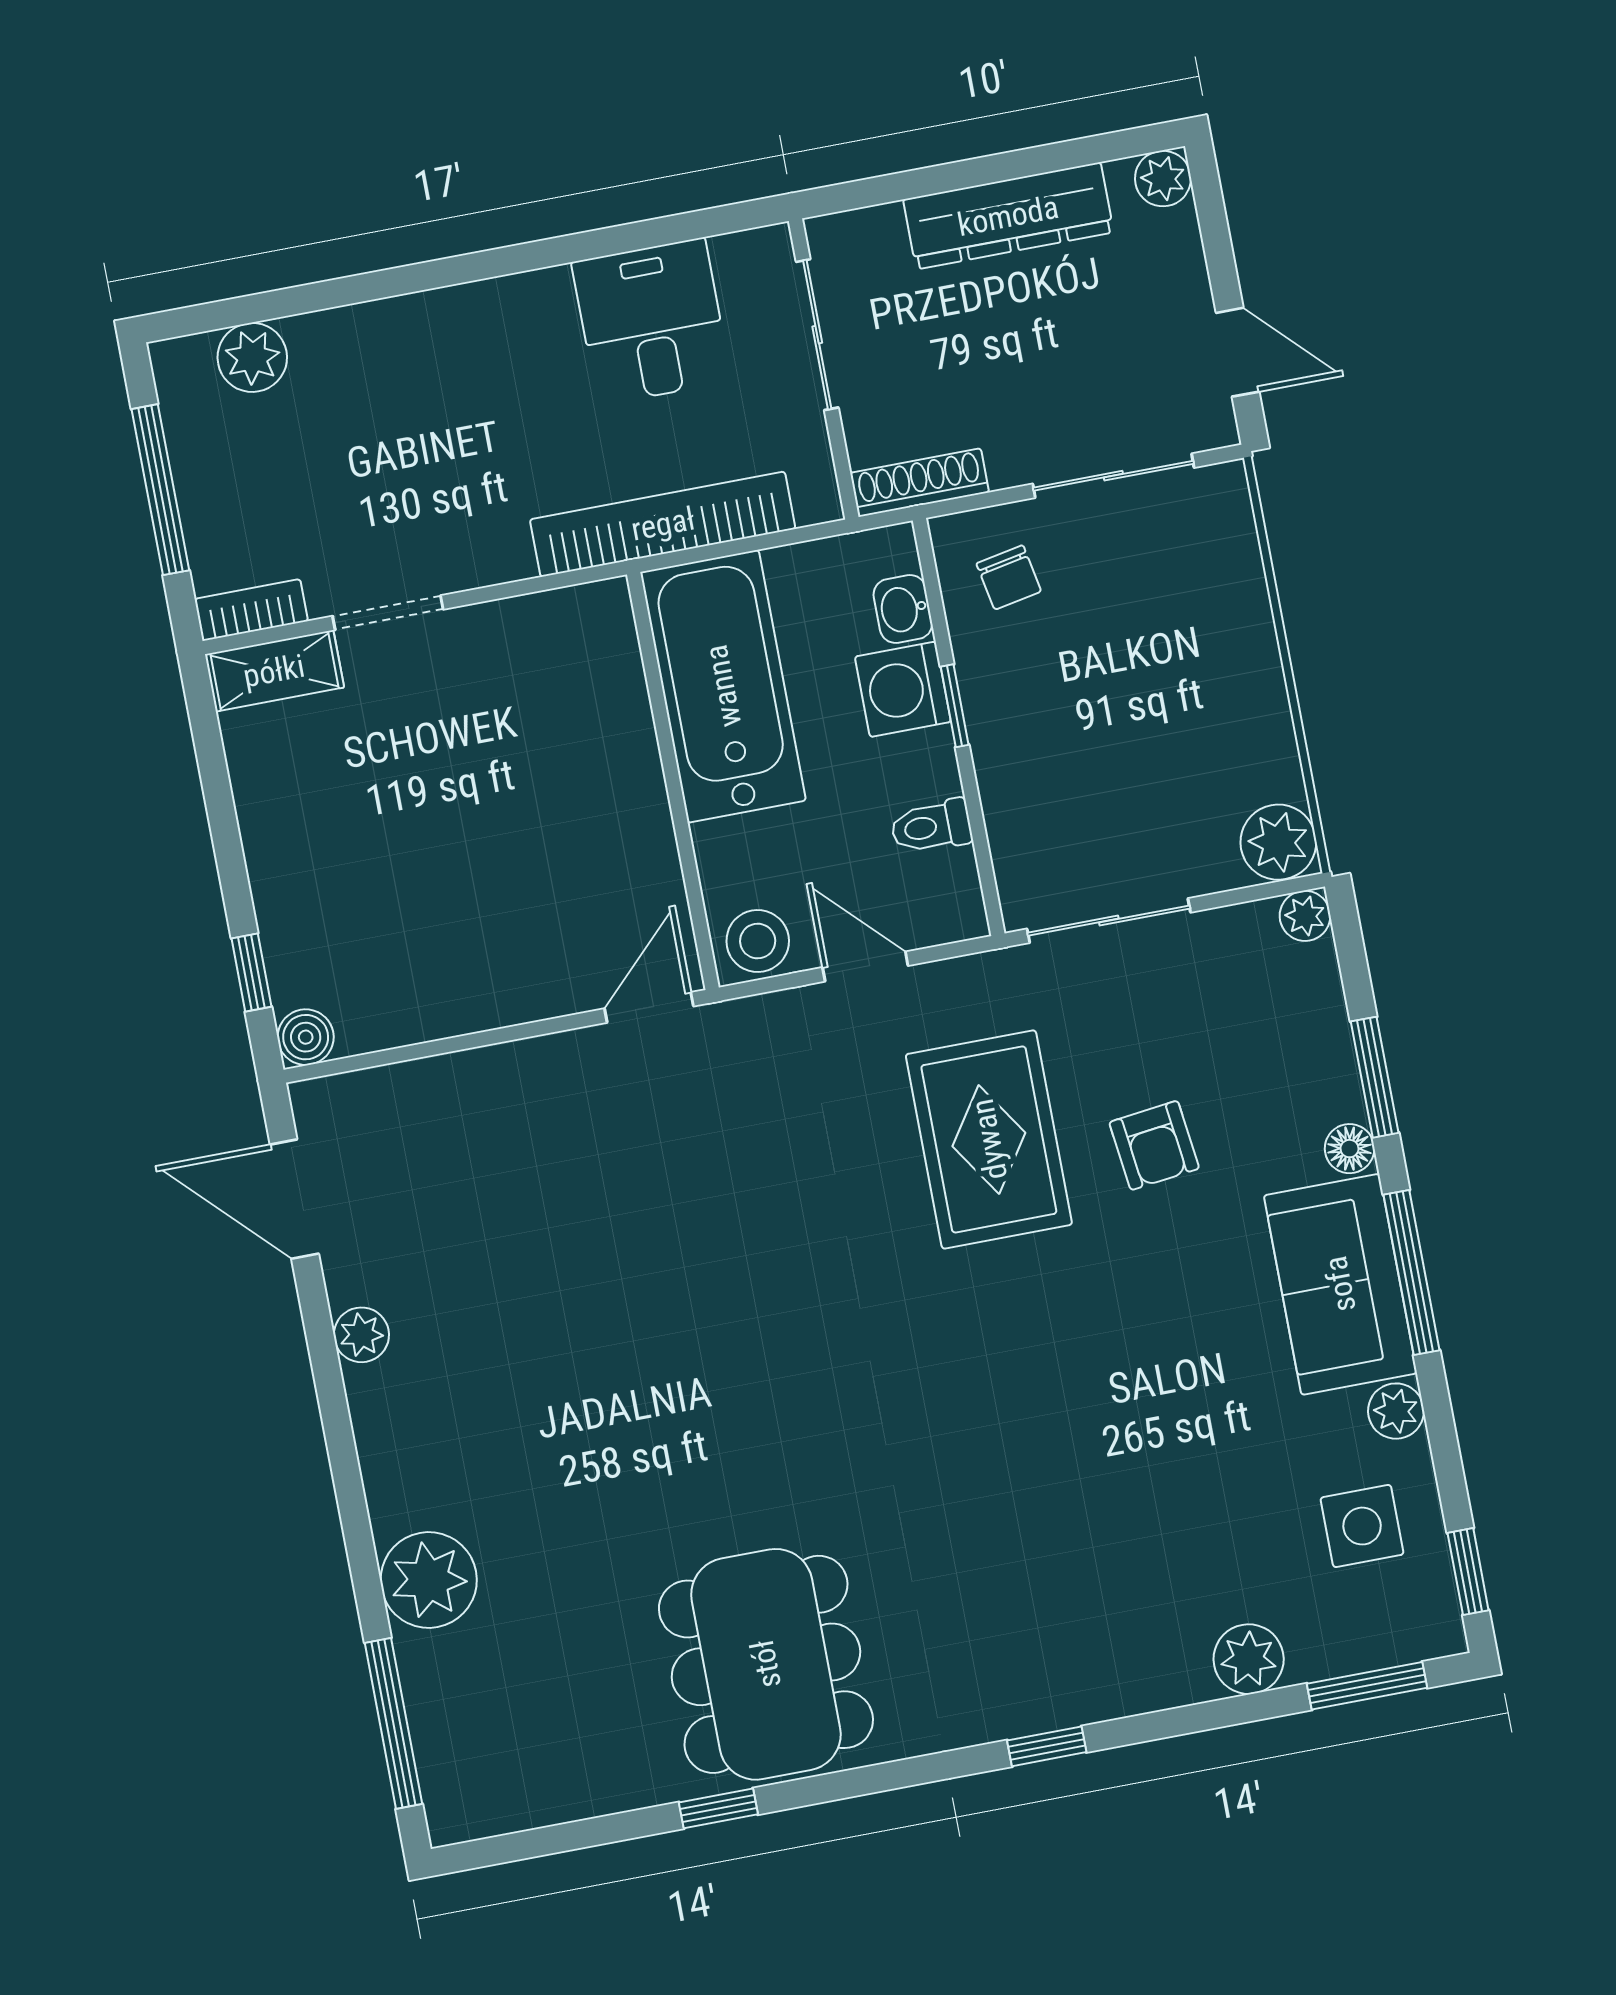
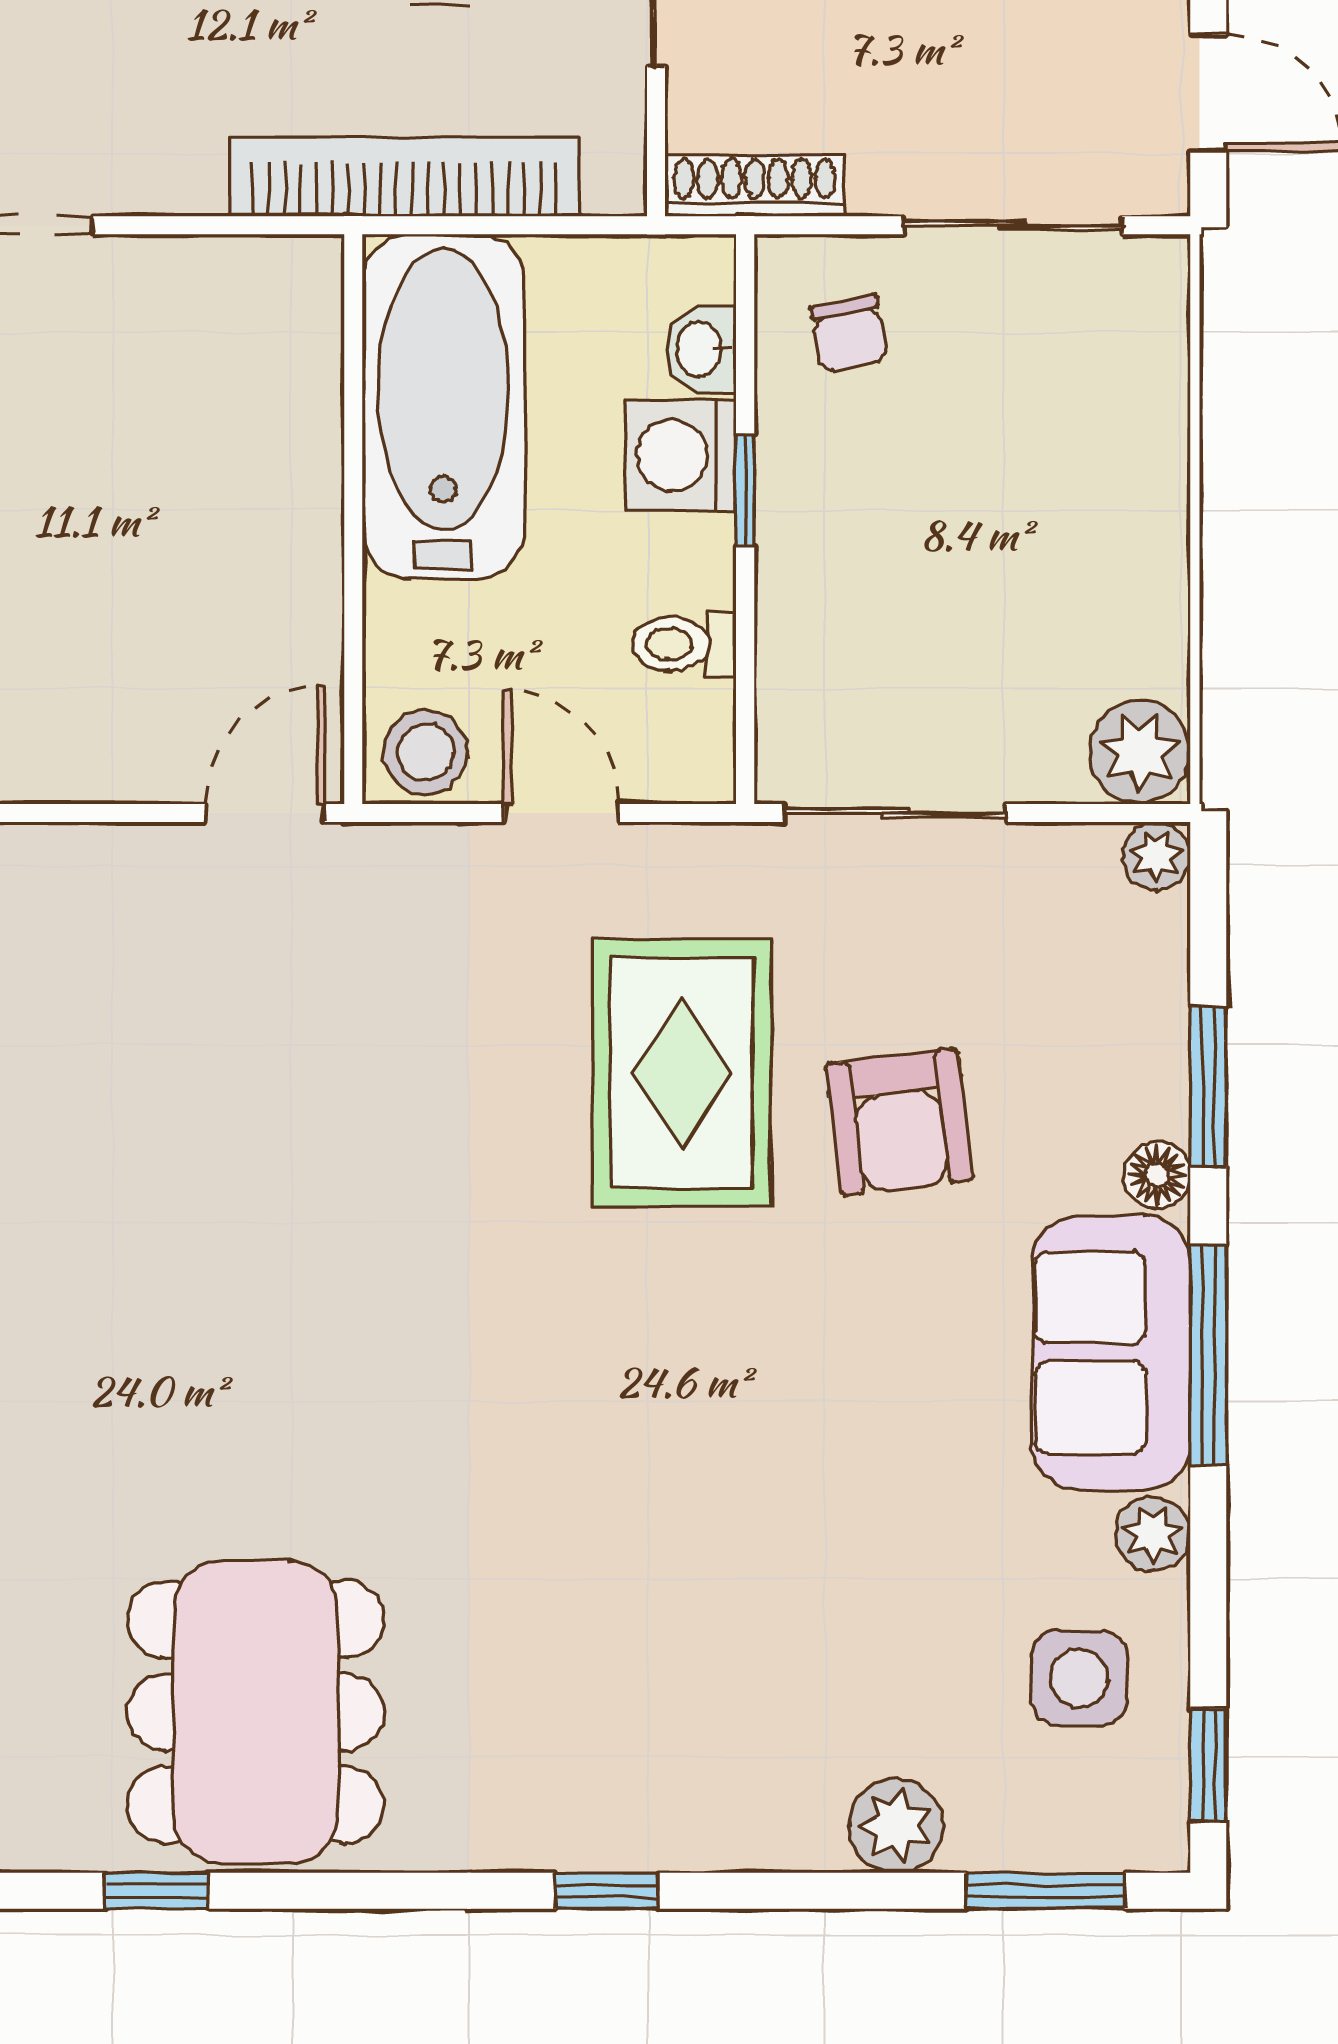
armchair: (1154, 1145) -> (899, 1122), width x1.38, depth x1.38

